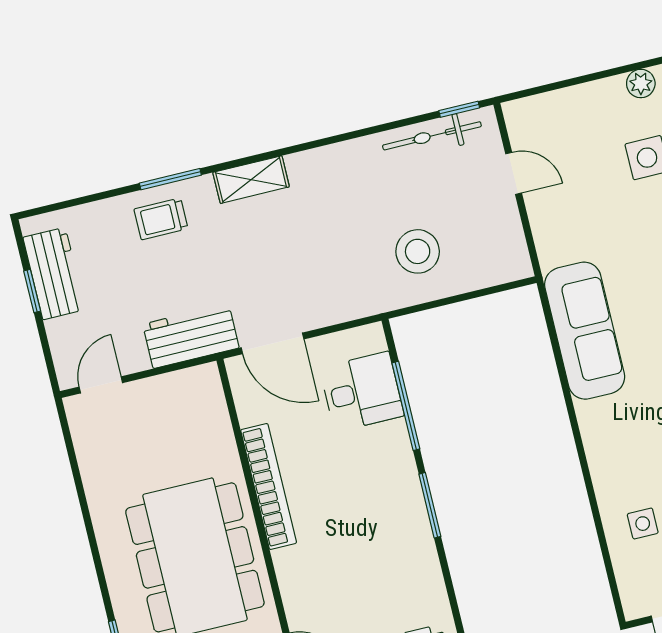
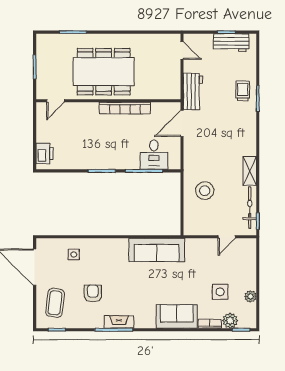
shelving: (251, 180) -> (250, 171), moved

